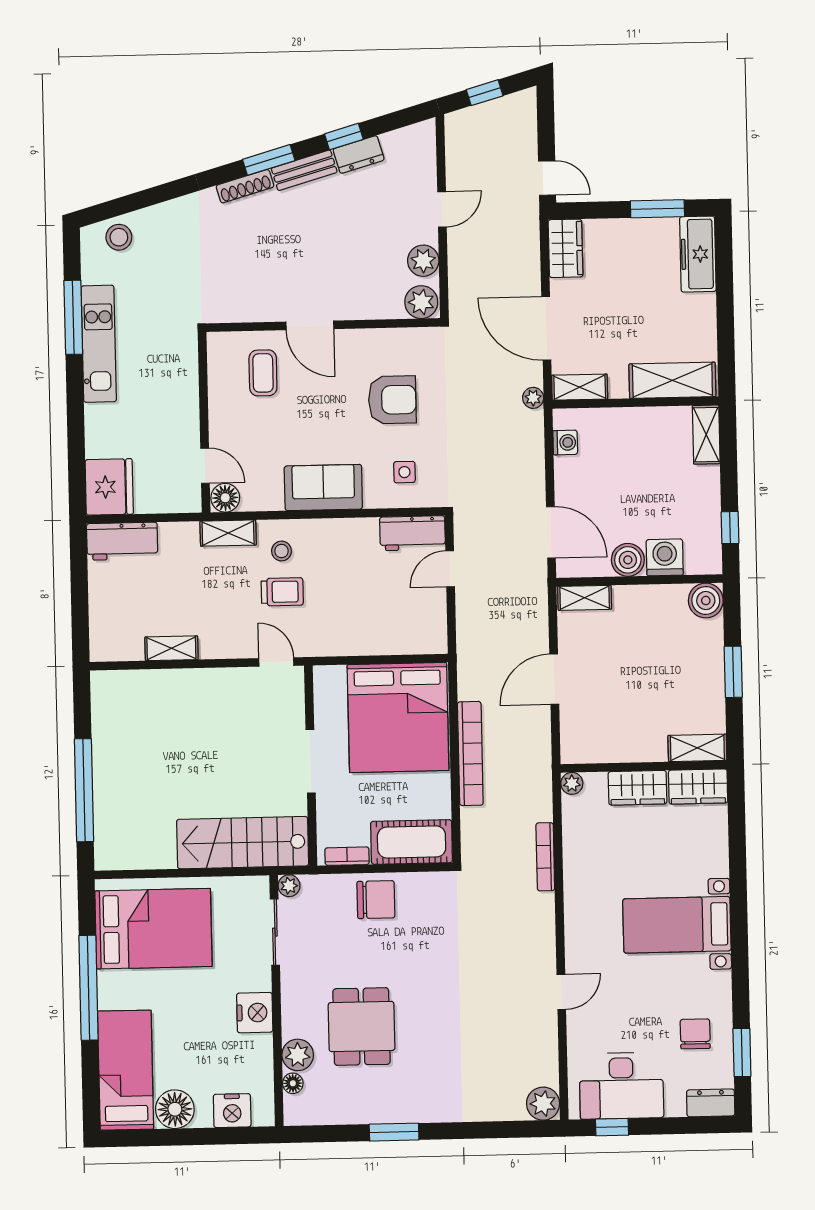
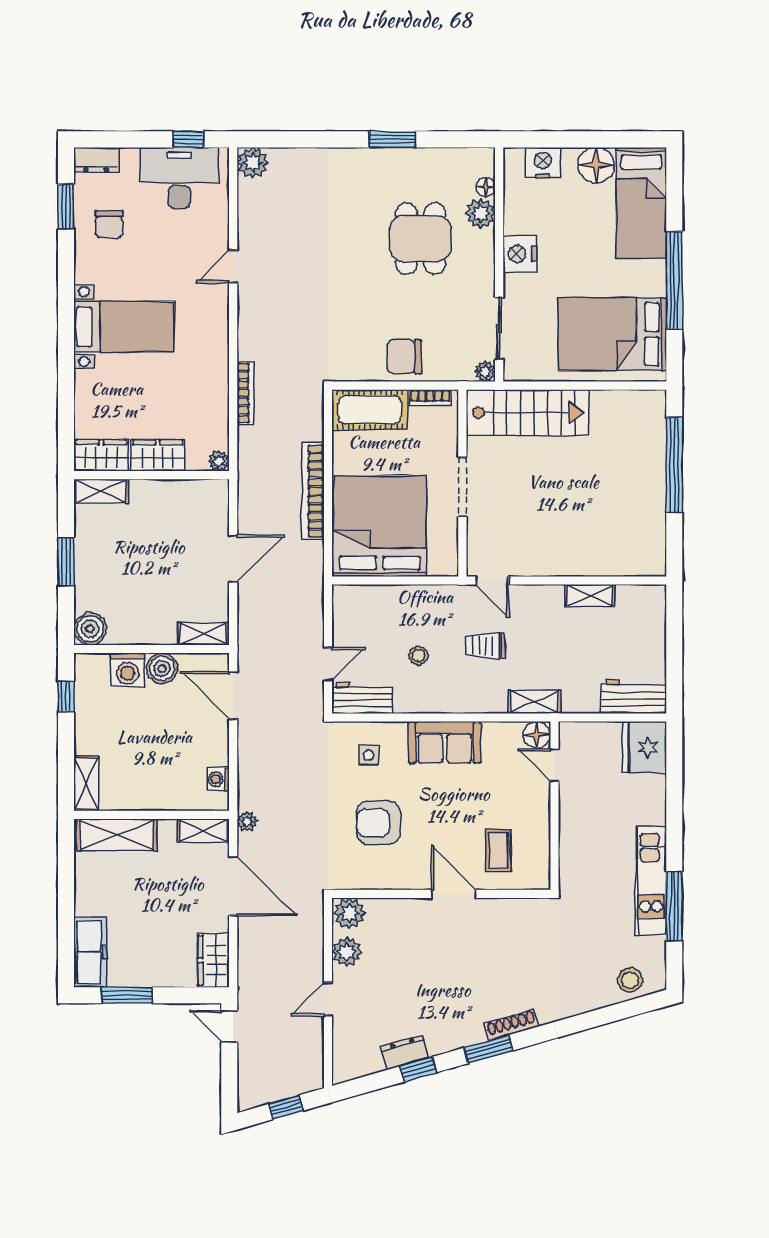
bench: (304, 170) -> (456, 1039), removed
stool: (281, 551) -> (419, 656), moved

